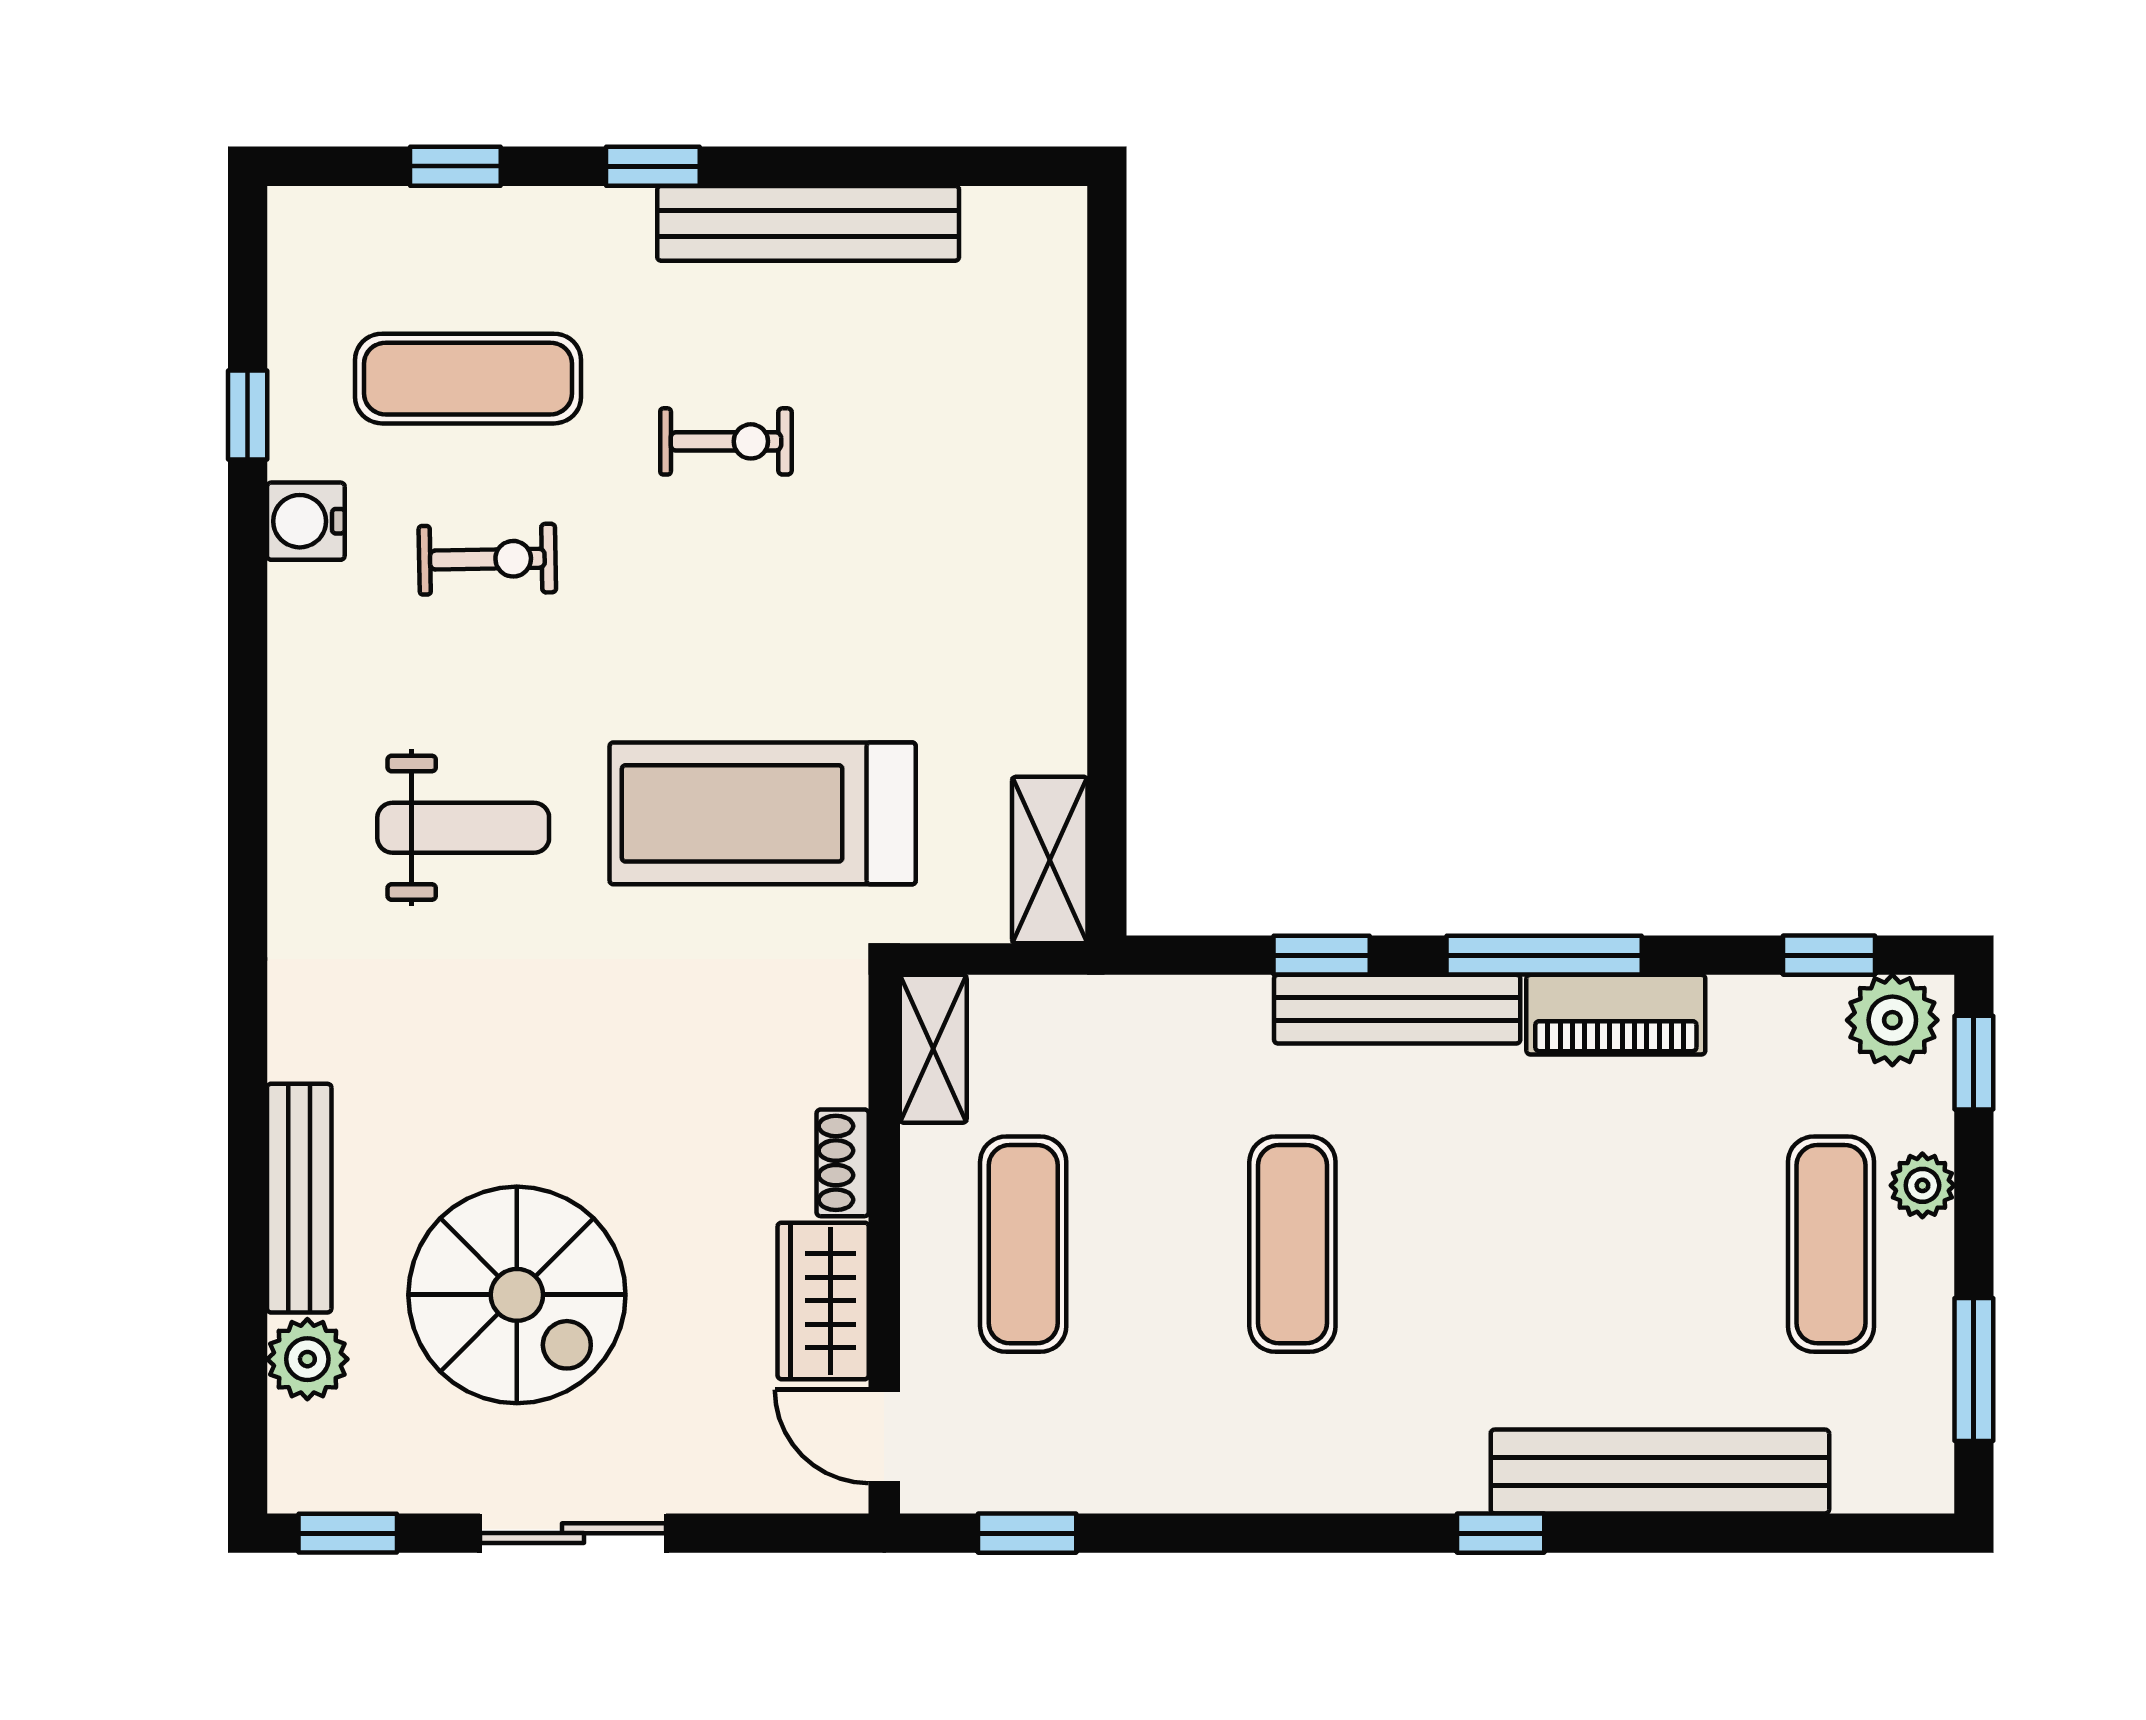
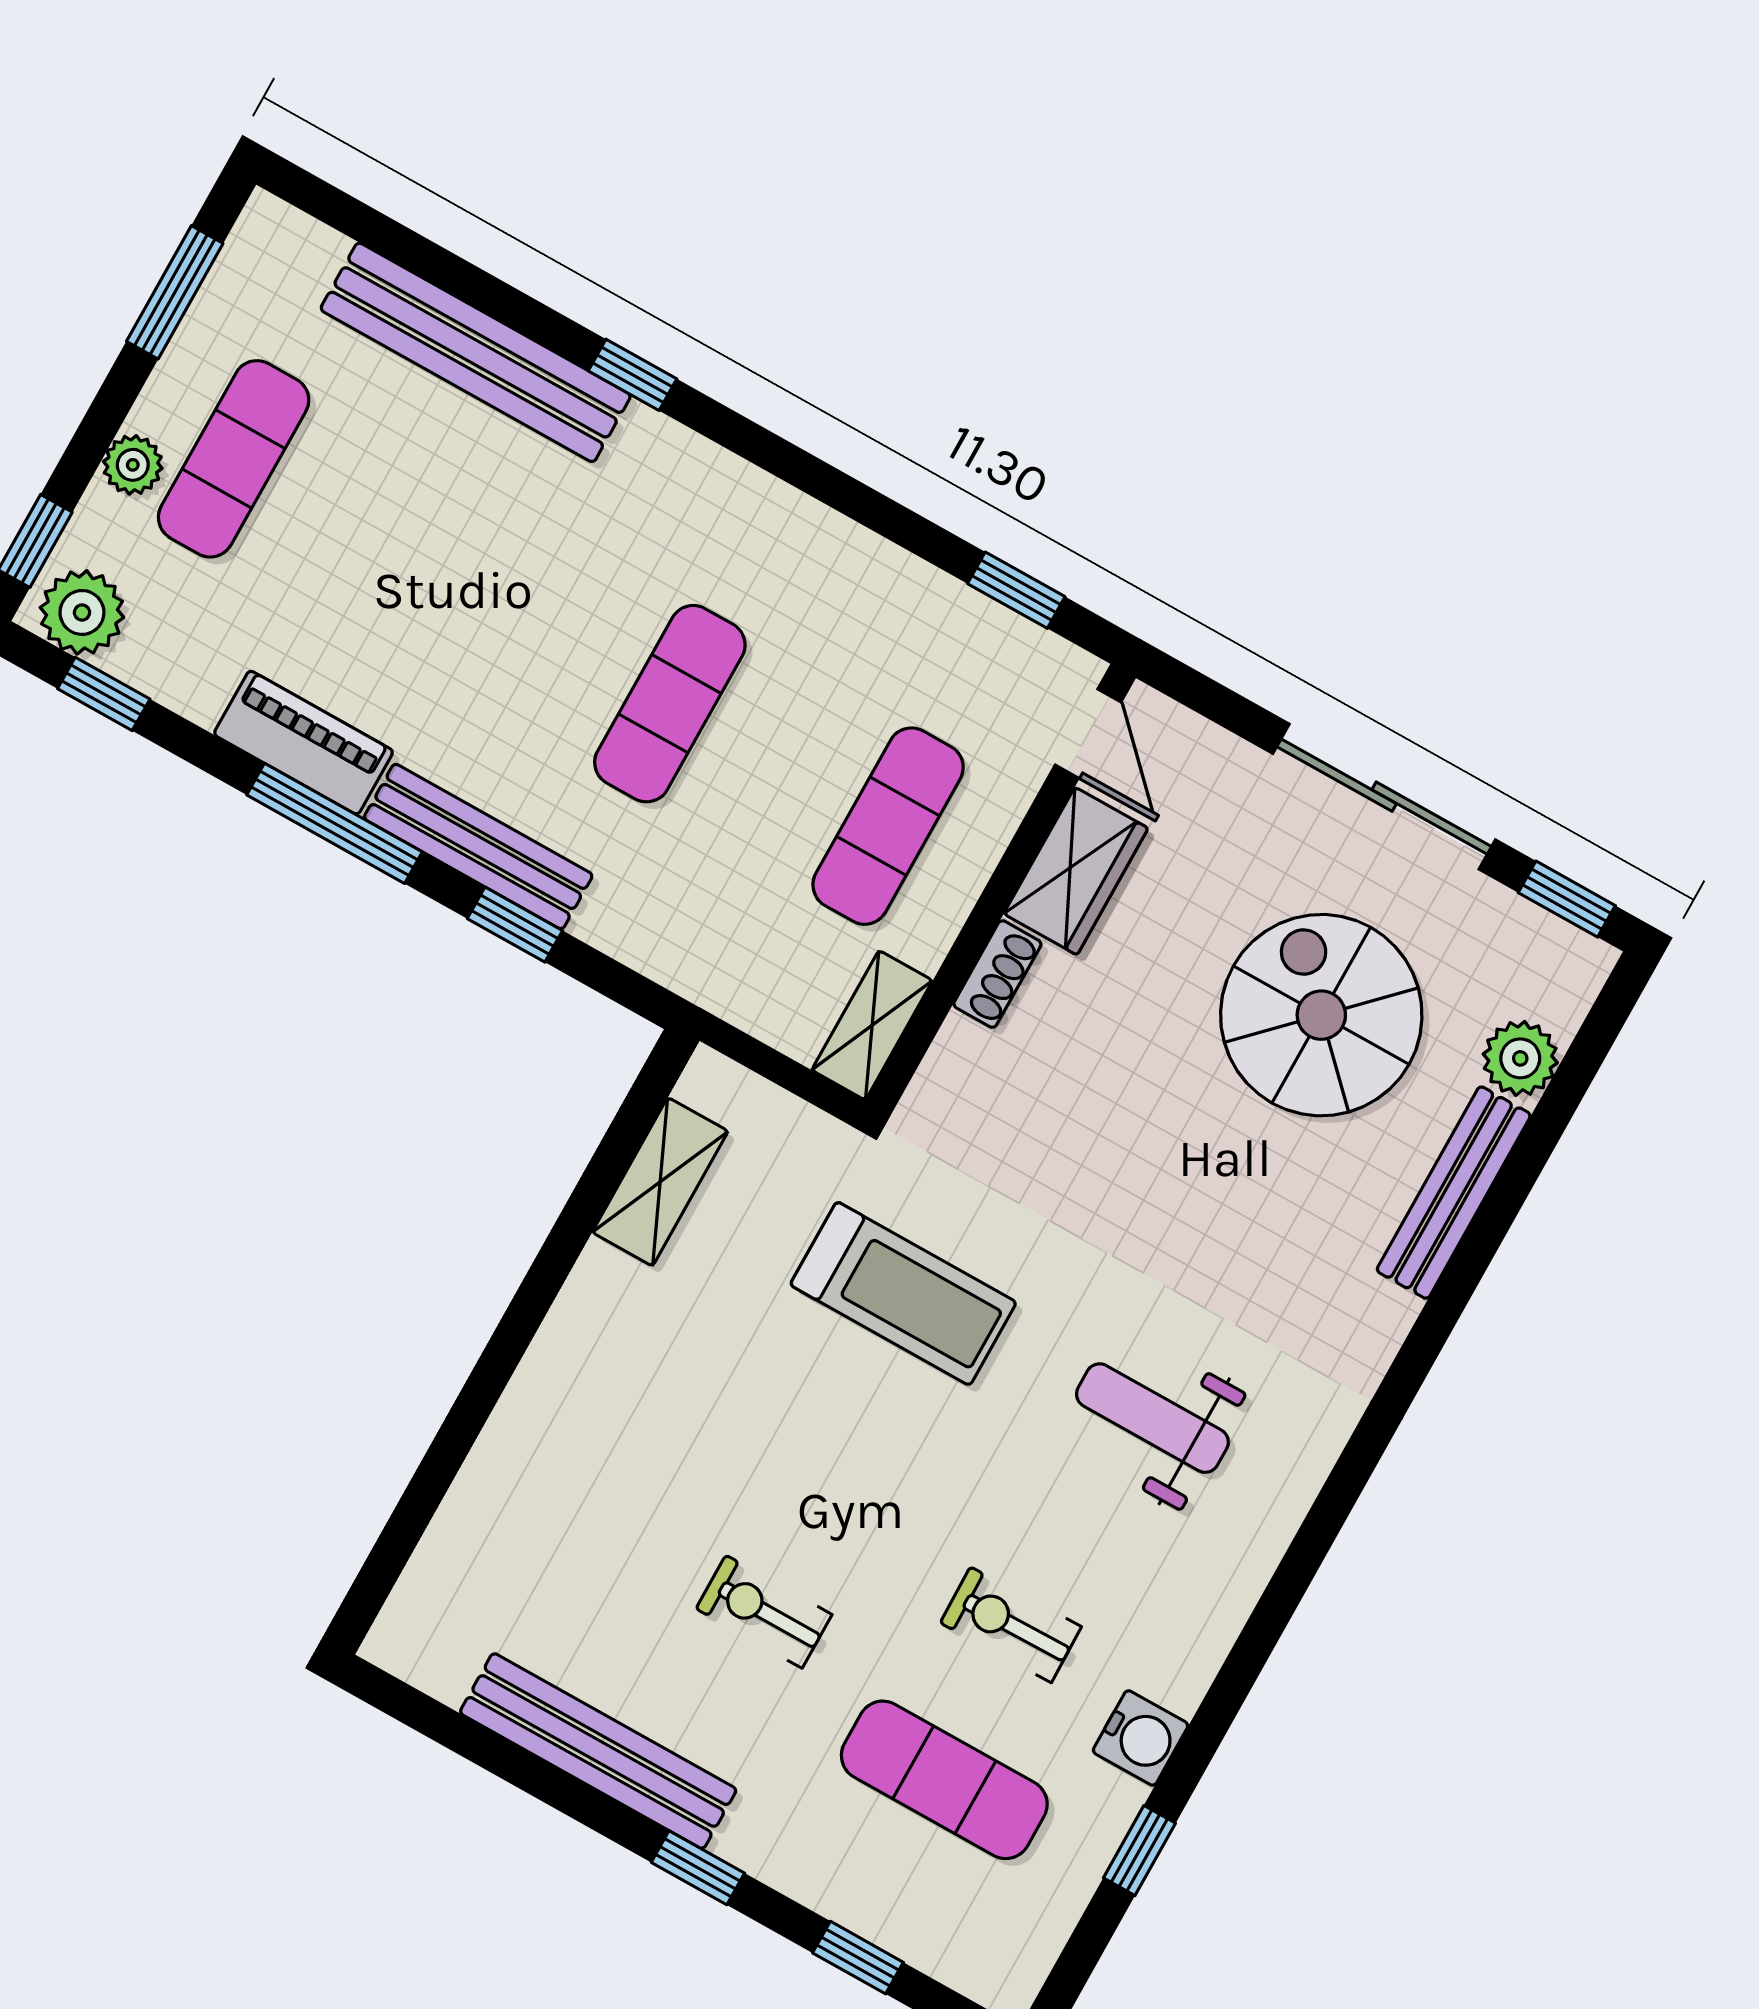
treadmill: (763, 813) -> (903, 1294), width x0.73, depth x0.73
shelving: (1050, 860) -> (660, 1182), moved
sliding door: (573, 1533) -> (1384, 797), width x1.37

